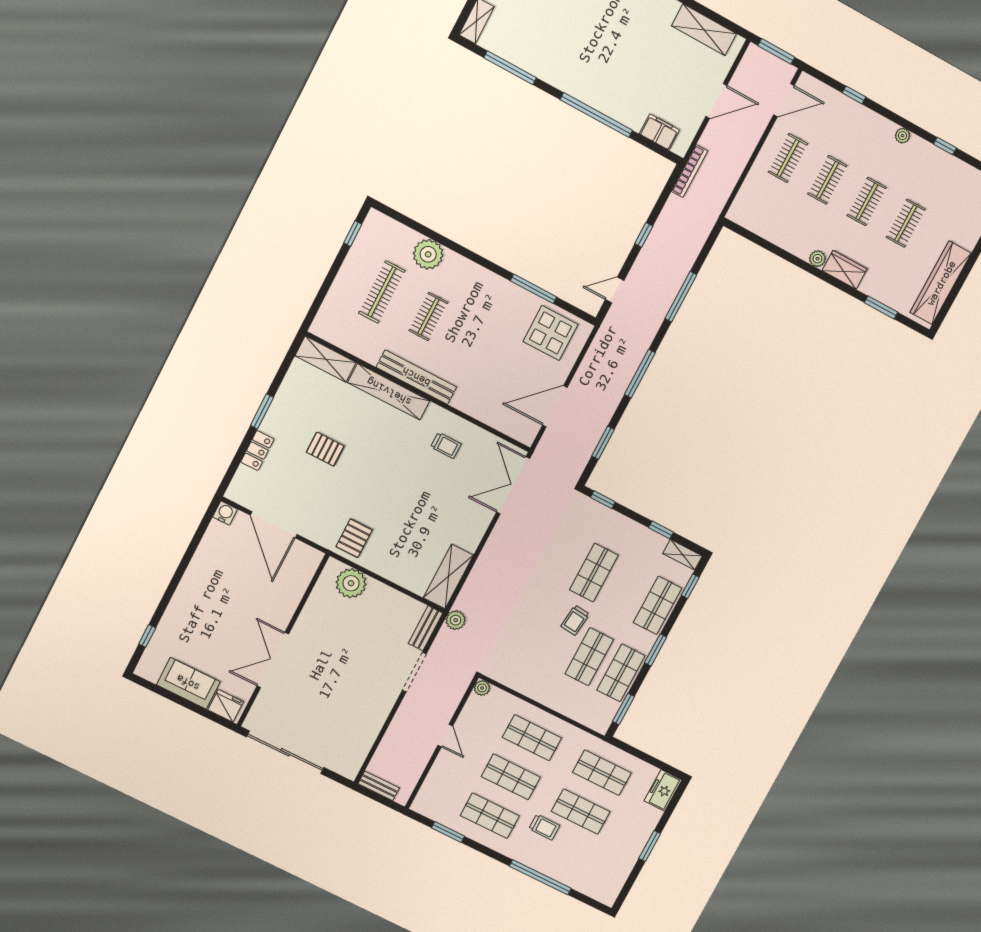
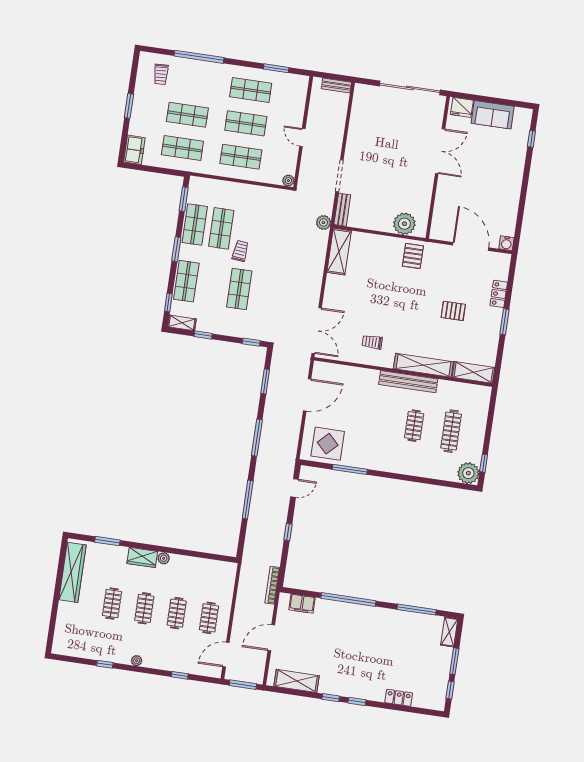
plant: (428, 254) -> (468, 473), moved
trolley: (544, 827) -> (161, 74), moved, turned -93

